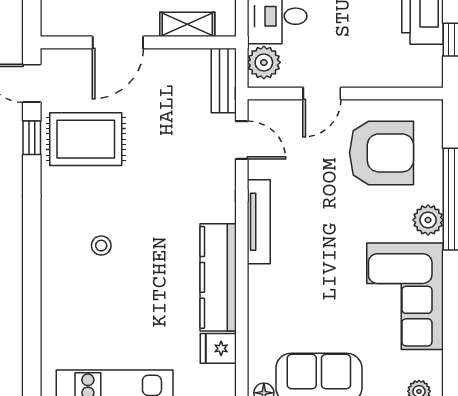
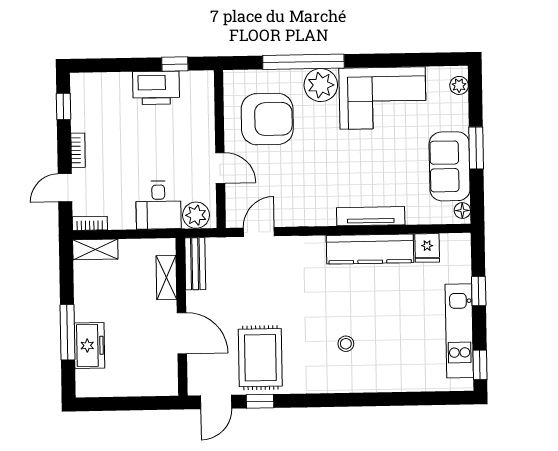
bench: (224, 80) -> (195, 264), moved, turned 90
armchair: (381, 153) -> (267, 119), turned 90
plant: (428, 220) -> (321, 85), width x1.36, depth x1.36
tv unit: (259, 222) -> (371, 216), moved

